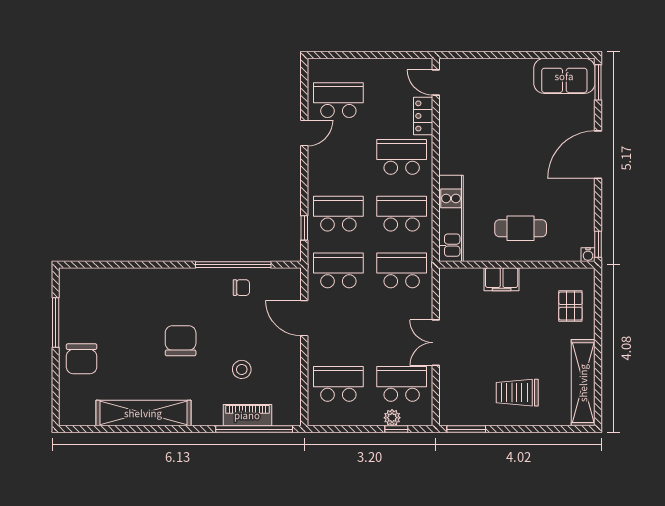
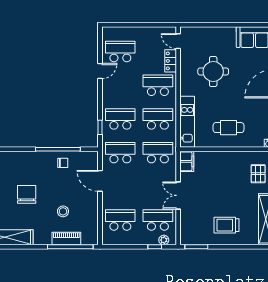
round table: (495, 134) -> (213, 71), added
filing cabinet: (502, 279) -> (187, 161), moved, turned -90
plant: (392, 418) -> (164, 240), moved

